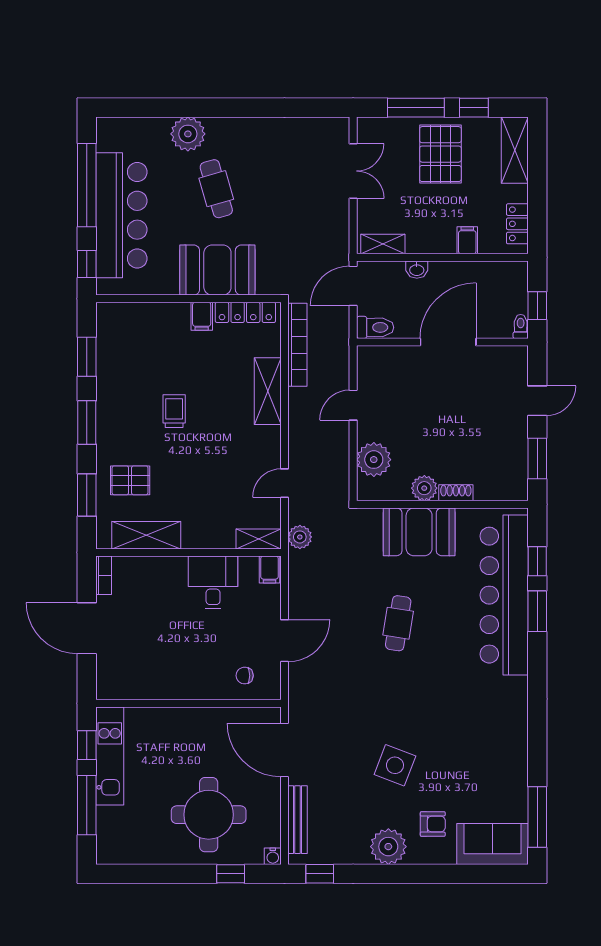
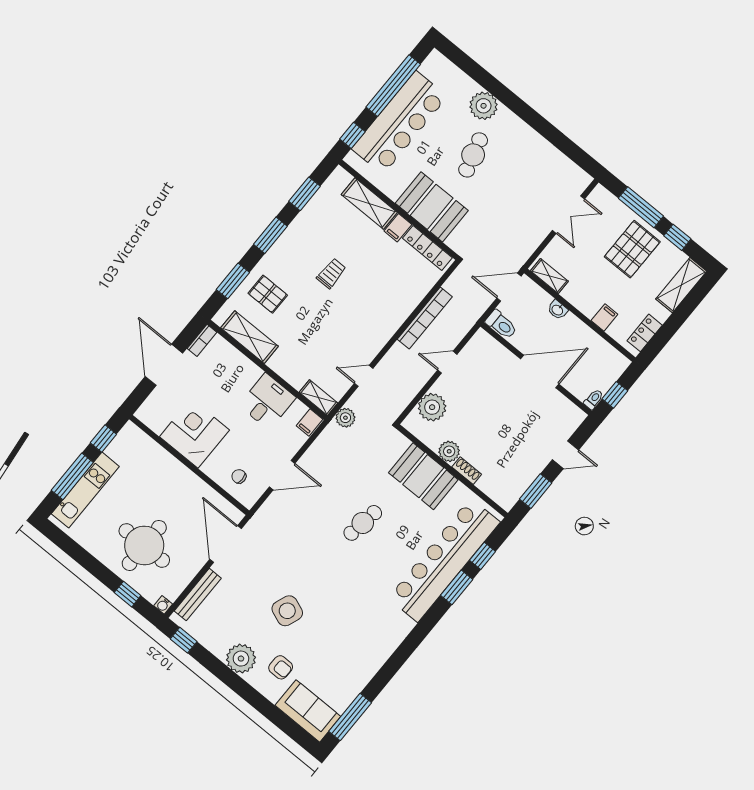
bookcase: (297, 345) -> (425, 318), moved
shelving: (268, 391) -> (369, 203), moved, turned 90
corner desk: (169, 669) -> (194, 433), added
kitchen unit: (110, 756) -> (85, 490), moved

